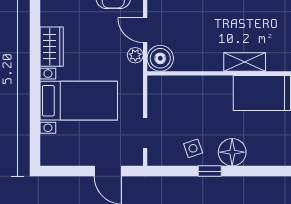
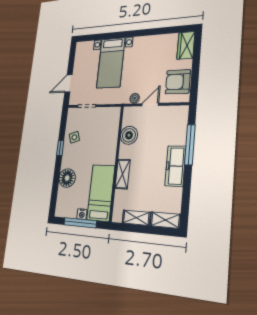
wardrobe: (52, 47) -> (146, 43), removed
boiler: (160, 58) -> (129, 135), moved
floor lamp: (232, 152) -> (67, 178), moved

